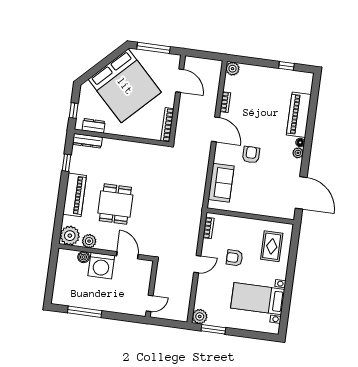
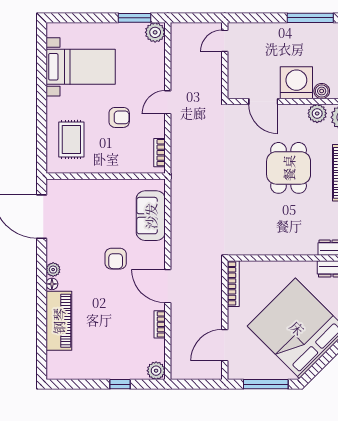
window: (286, 66) -> (120, 384), moved
door: (180, 81) -> (225, 345), hinge flipped

